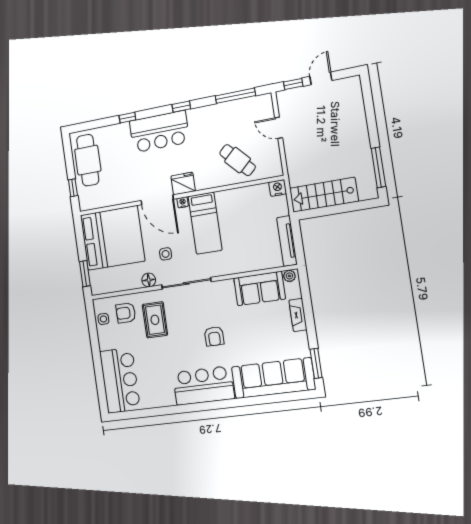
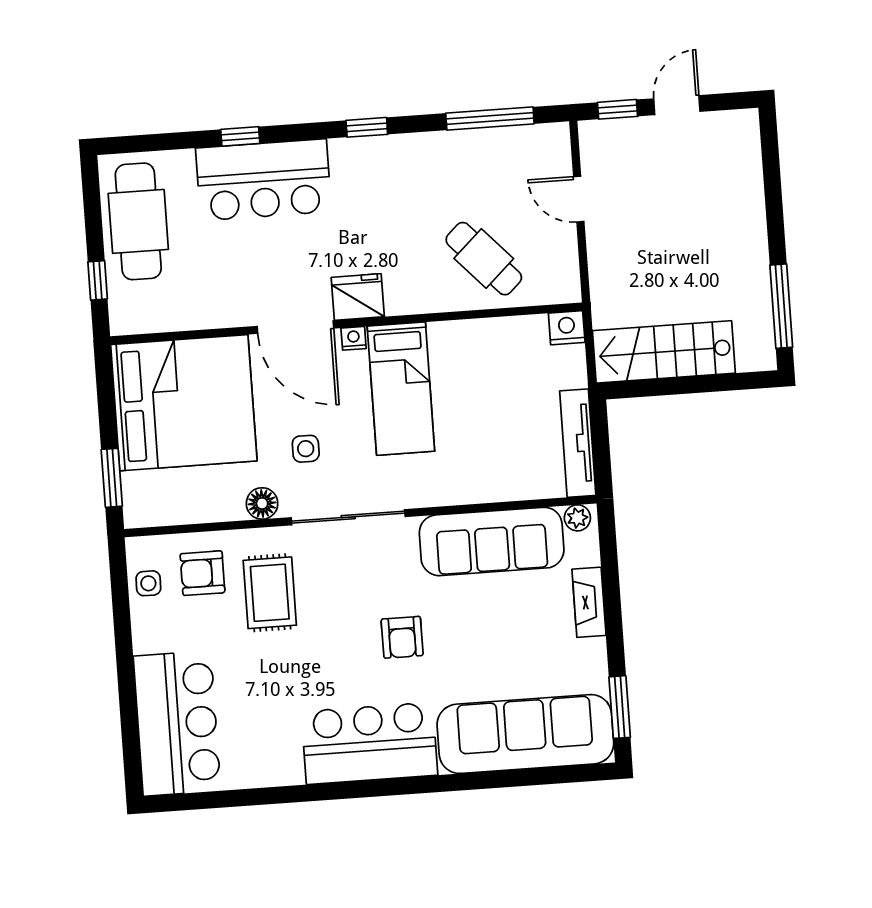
bar counter: (159, 132) -> (264, 180), moved
sofa: (259, 288) -> (492, 541), width x1.36

